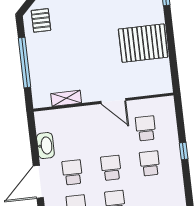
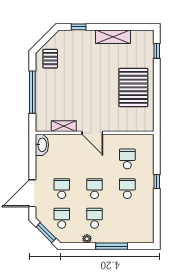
pallet: (143, 43) -> (133, 87), turned 90
door: (113, 101) -> (92, 133), moved
washbasin: (45, 146) -> (42, 145), moved

